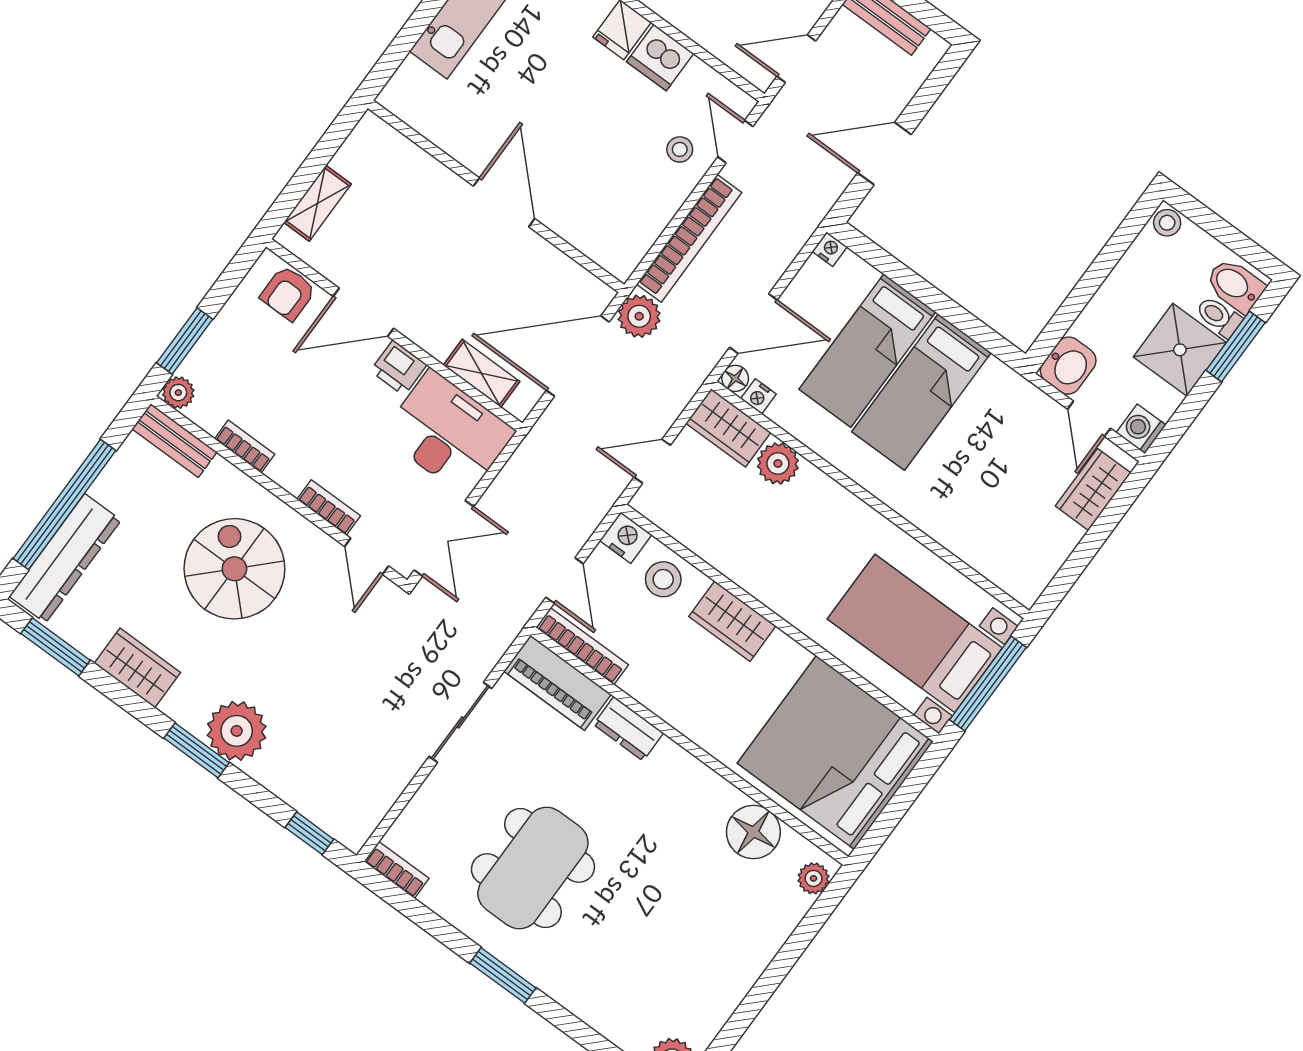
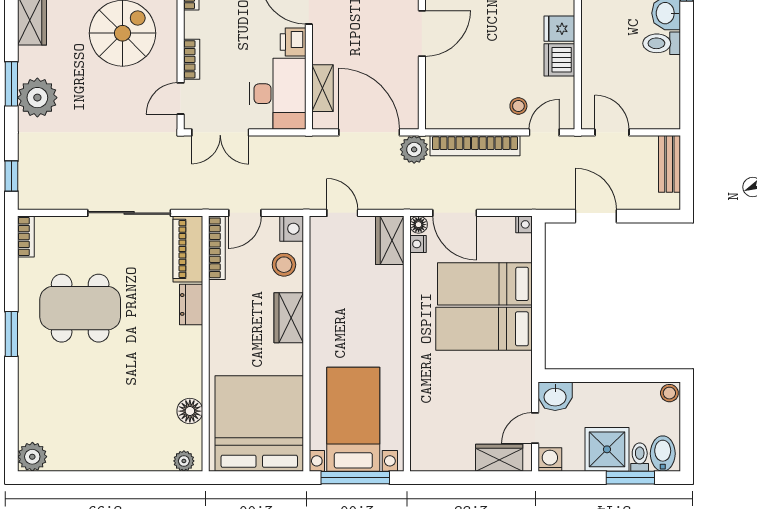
plant: (778, 463) -> (390, 280), removed
sliding door: (460, 722) -> (129, 213), width x1.37
floor lamp: (753, 832) -> (190, 411), width x0.73, depth x0.73

